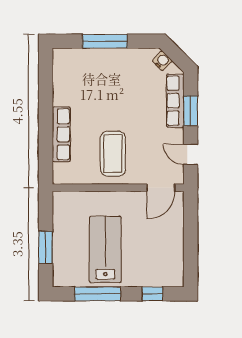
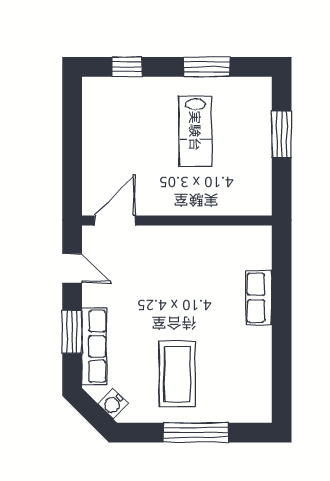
row of seats: (61, 134) -> (259, 298), width x0.68
coffee table: (113, 154) -> (177, 374), moved
lab bench: (105, 249) -> (195, 131), width x0.73, depth x0.72
window: (98, 294) -> (206, 67), width x0.69

